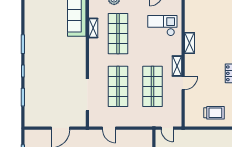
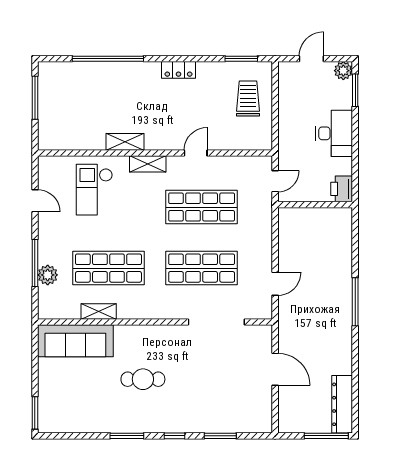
cafe table: (55, 53) -> (143, 379), added
shelving: (177, 66) -> (148, 164), moved
door: (183, 83) -> (196, 153), hinge flipped

